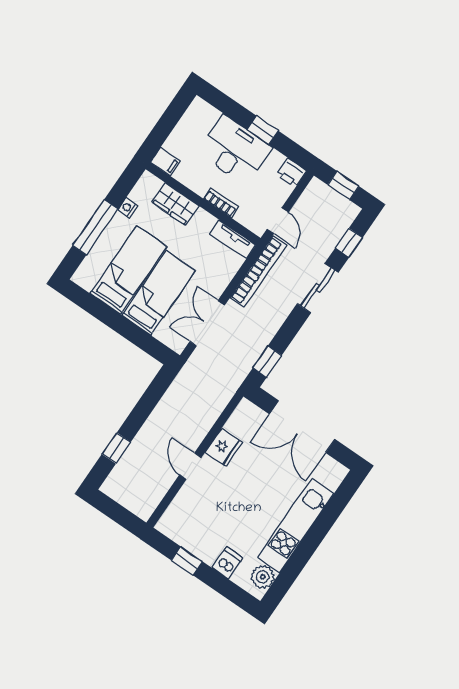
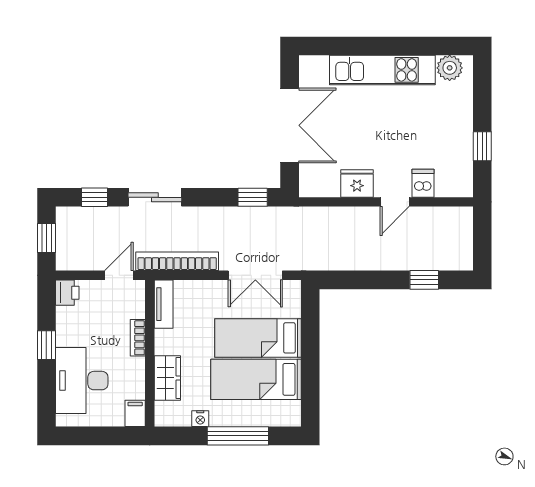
desk: (235, 150) -> (82, 381), moved
dishwasher: (227, 563) -> (423, 183), moved, turned 90

